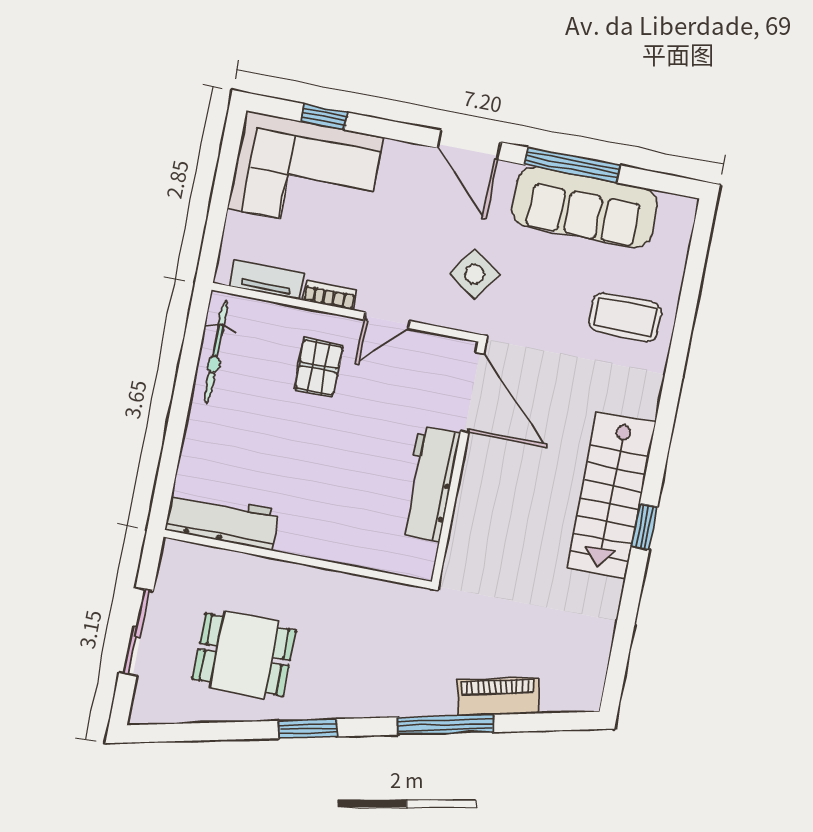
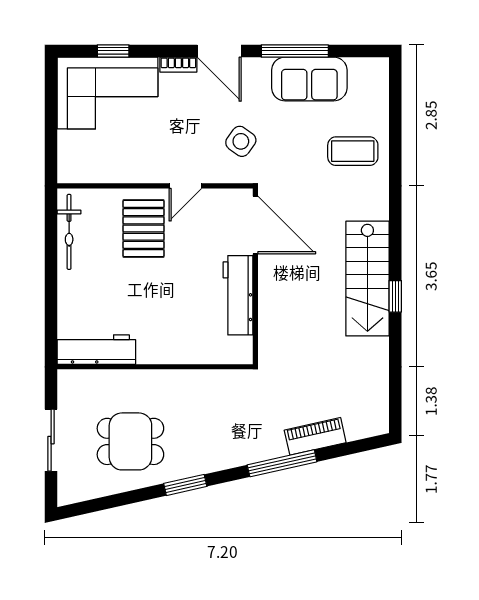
sofa: (585, 207) -> (309, 79), width x0.73
tv unit: (267, 280) -> (95, 174), removed
bookcase: (330, 295) -> (178, 65), moved, turned 180
pallet: (319, 367) -> (144, 229), width x1.50, depth x1.42

